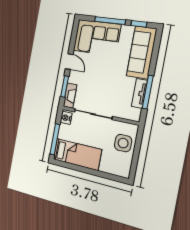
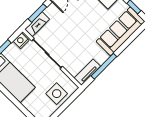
tv unit: (139, 93) -> (87, 72), moved

